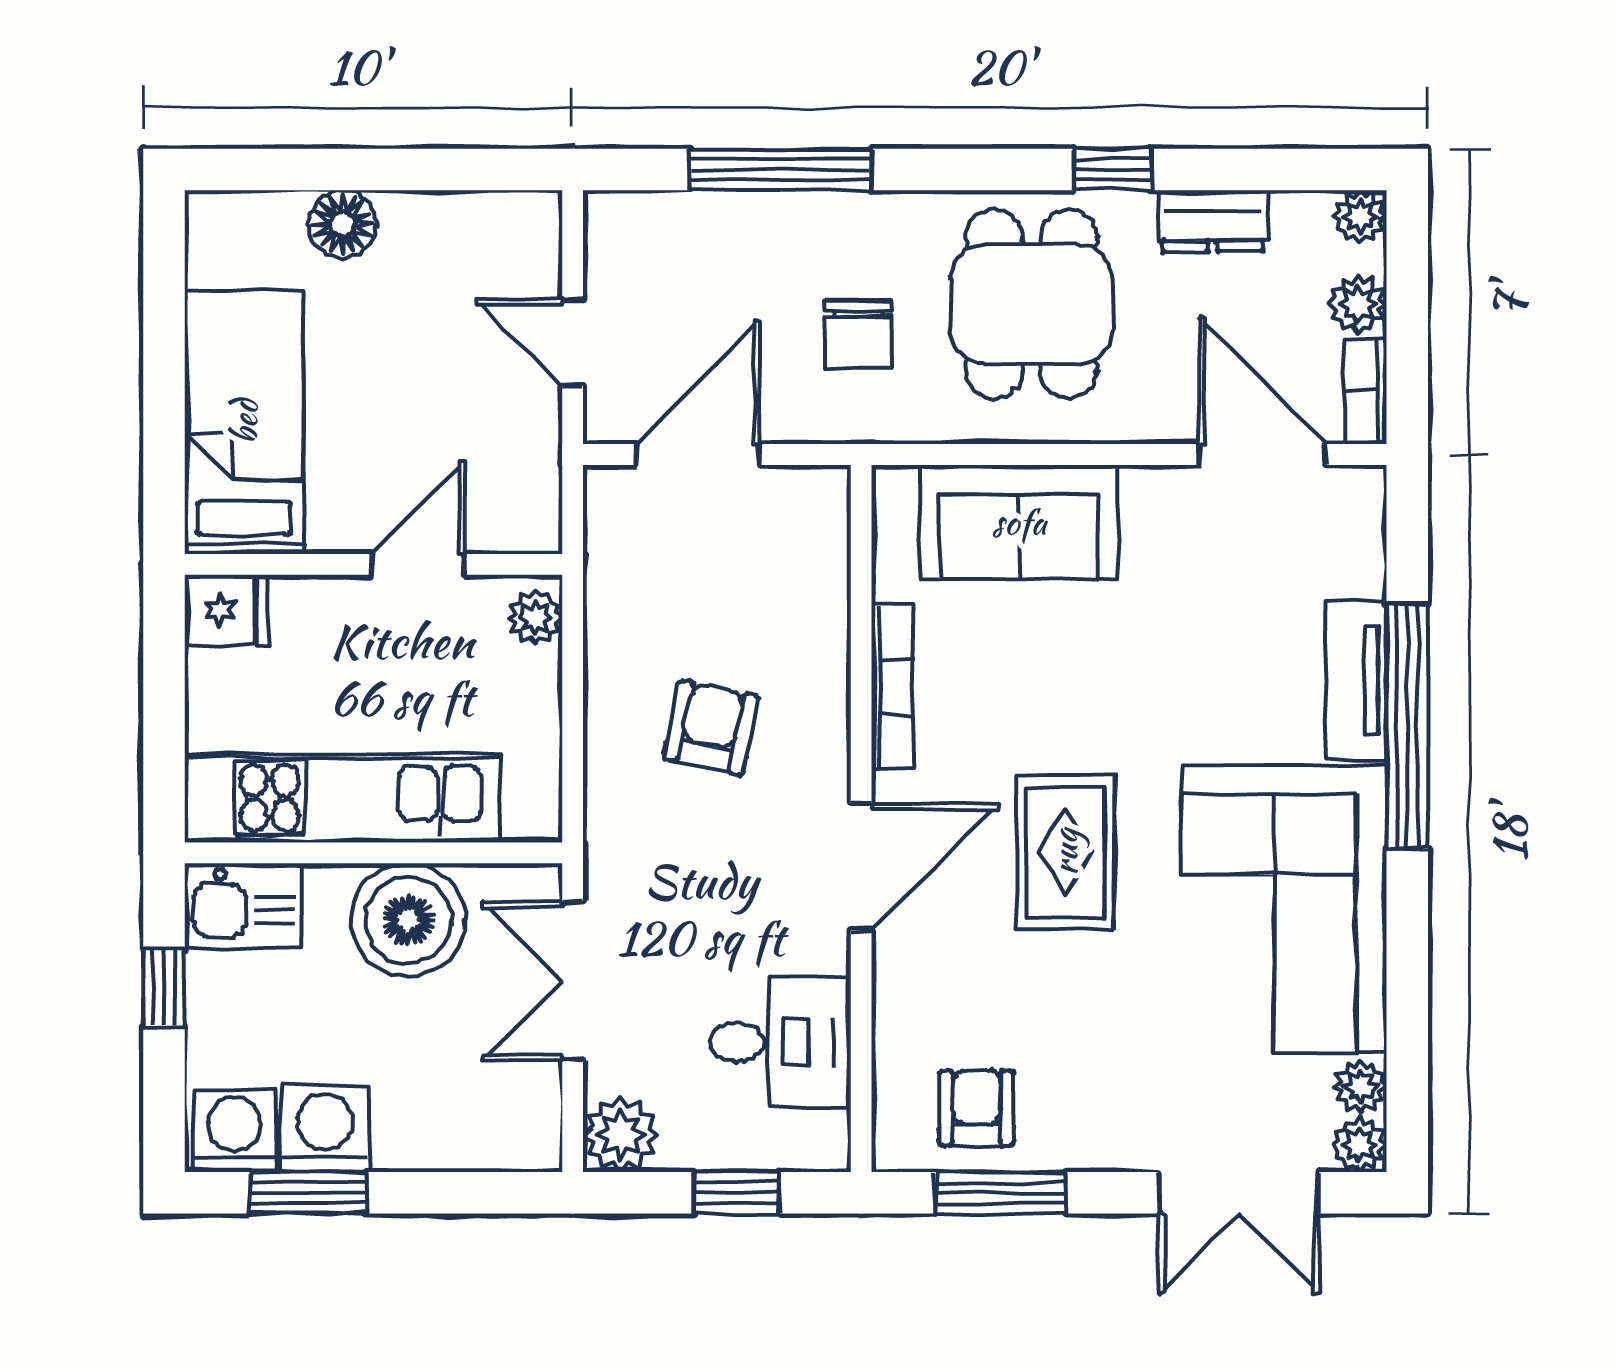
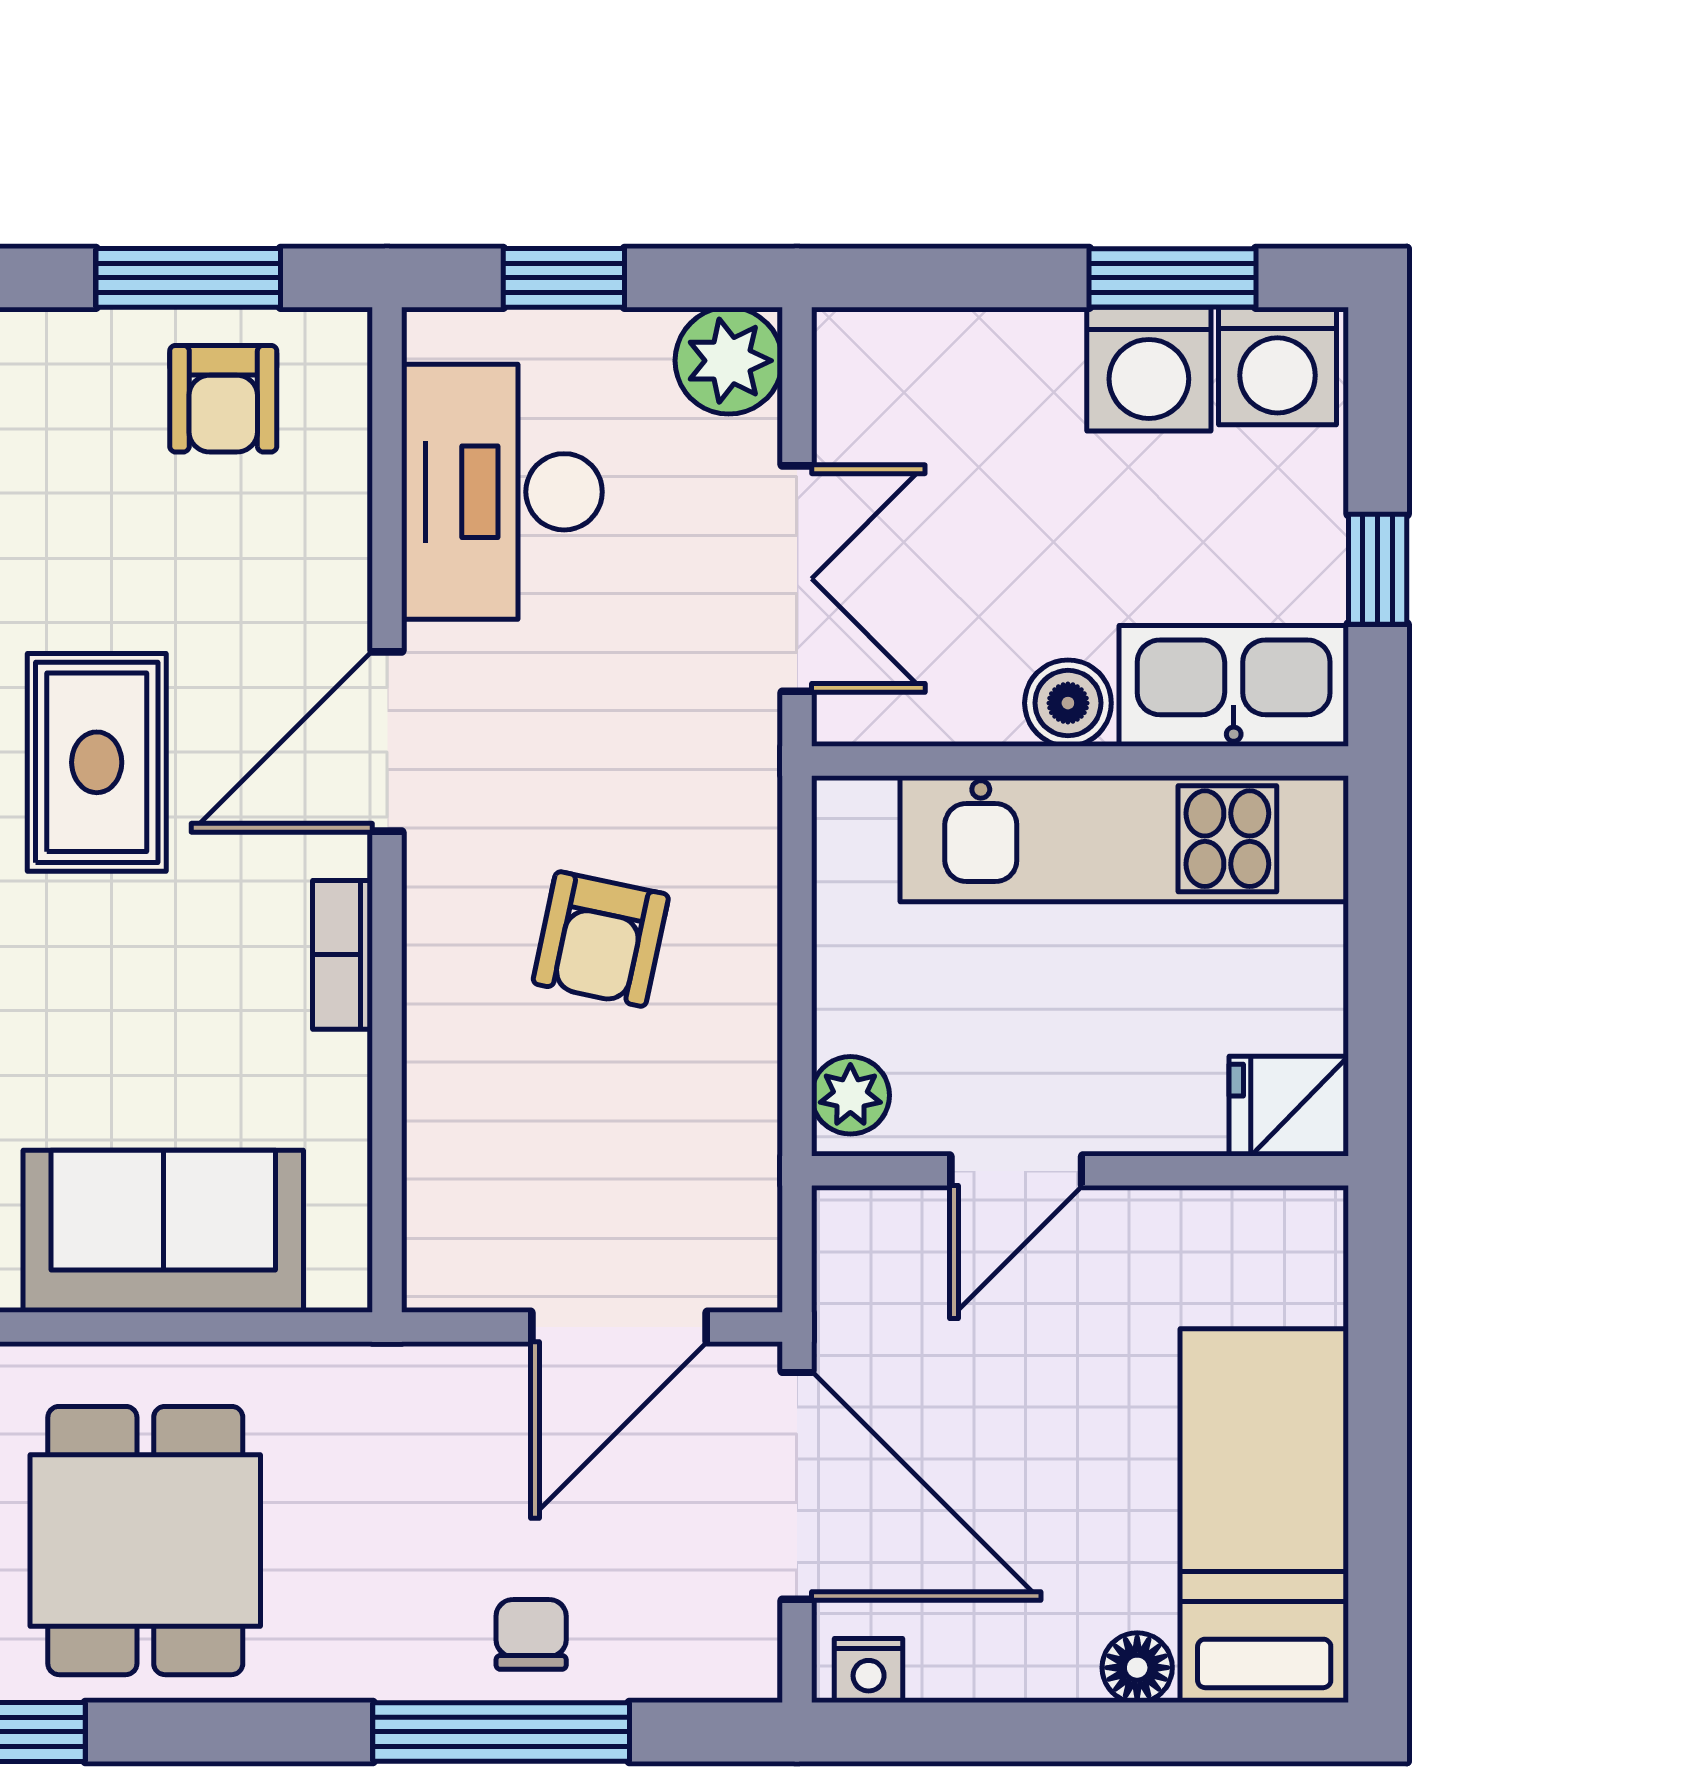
nightstand: (522, 213) -> (869, 1671), added
floor lamp: (342, 224) -> (1137, 1668), width x0.73, depth x0.73
chair: (858, 334) -> (531, 1634), moved, width x0.73, depth x0.73
door: (573, 343) -> (797, 1486), width x1.88
bed: (244, 422) -> (1264, 1516), moved, turned 180
bookcase: (892, 687) -> (343, 955), width x0.64
kitchen sink: (243, 906) -> (1234, 686), width x1.38
boiler: (408, 920) -> (1068, 703), width x0.54, depth x0.54
desk: (780, 1042) -> (502, 492), width x1.37

